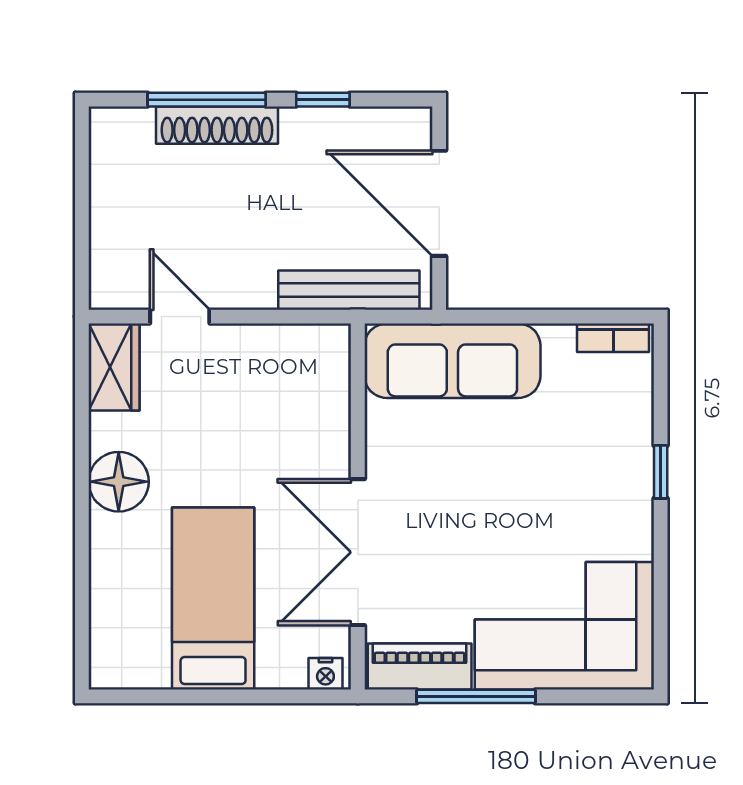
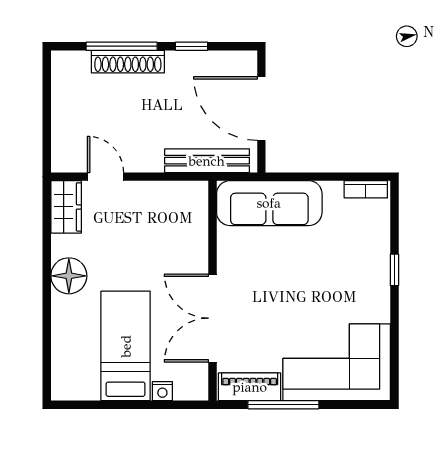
nightstand: (325, 674) -> (162, 391), moved

